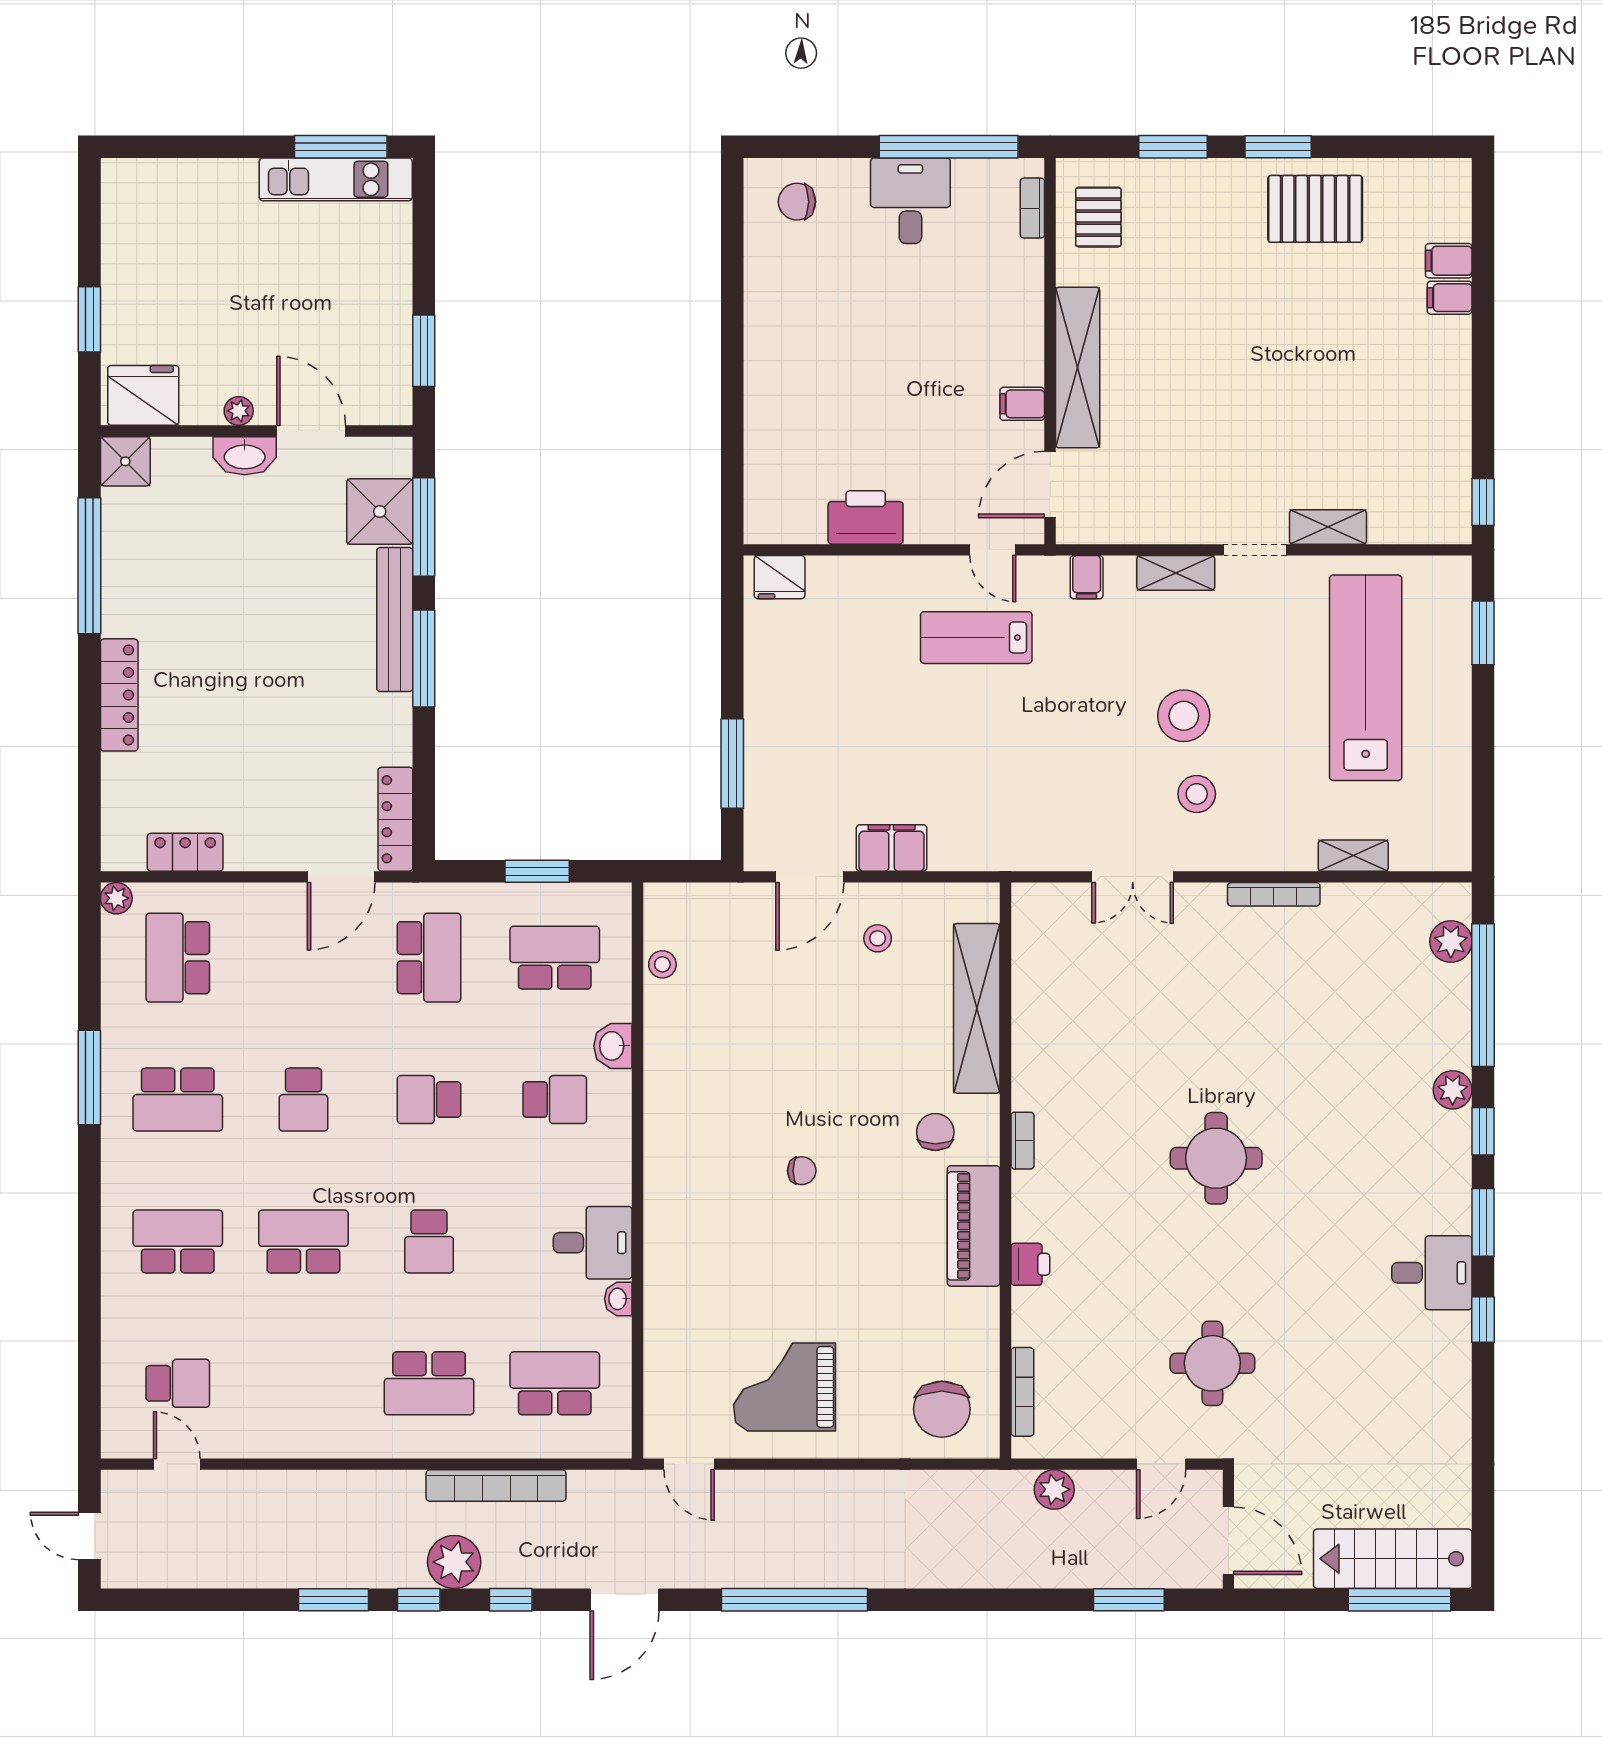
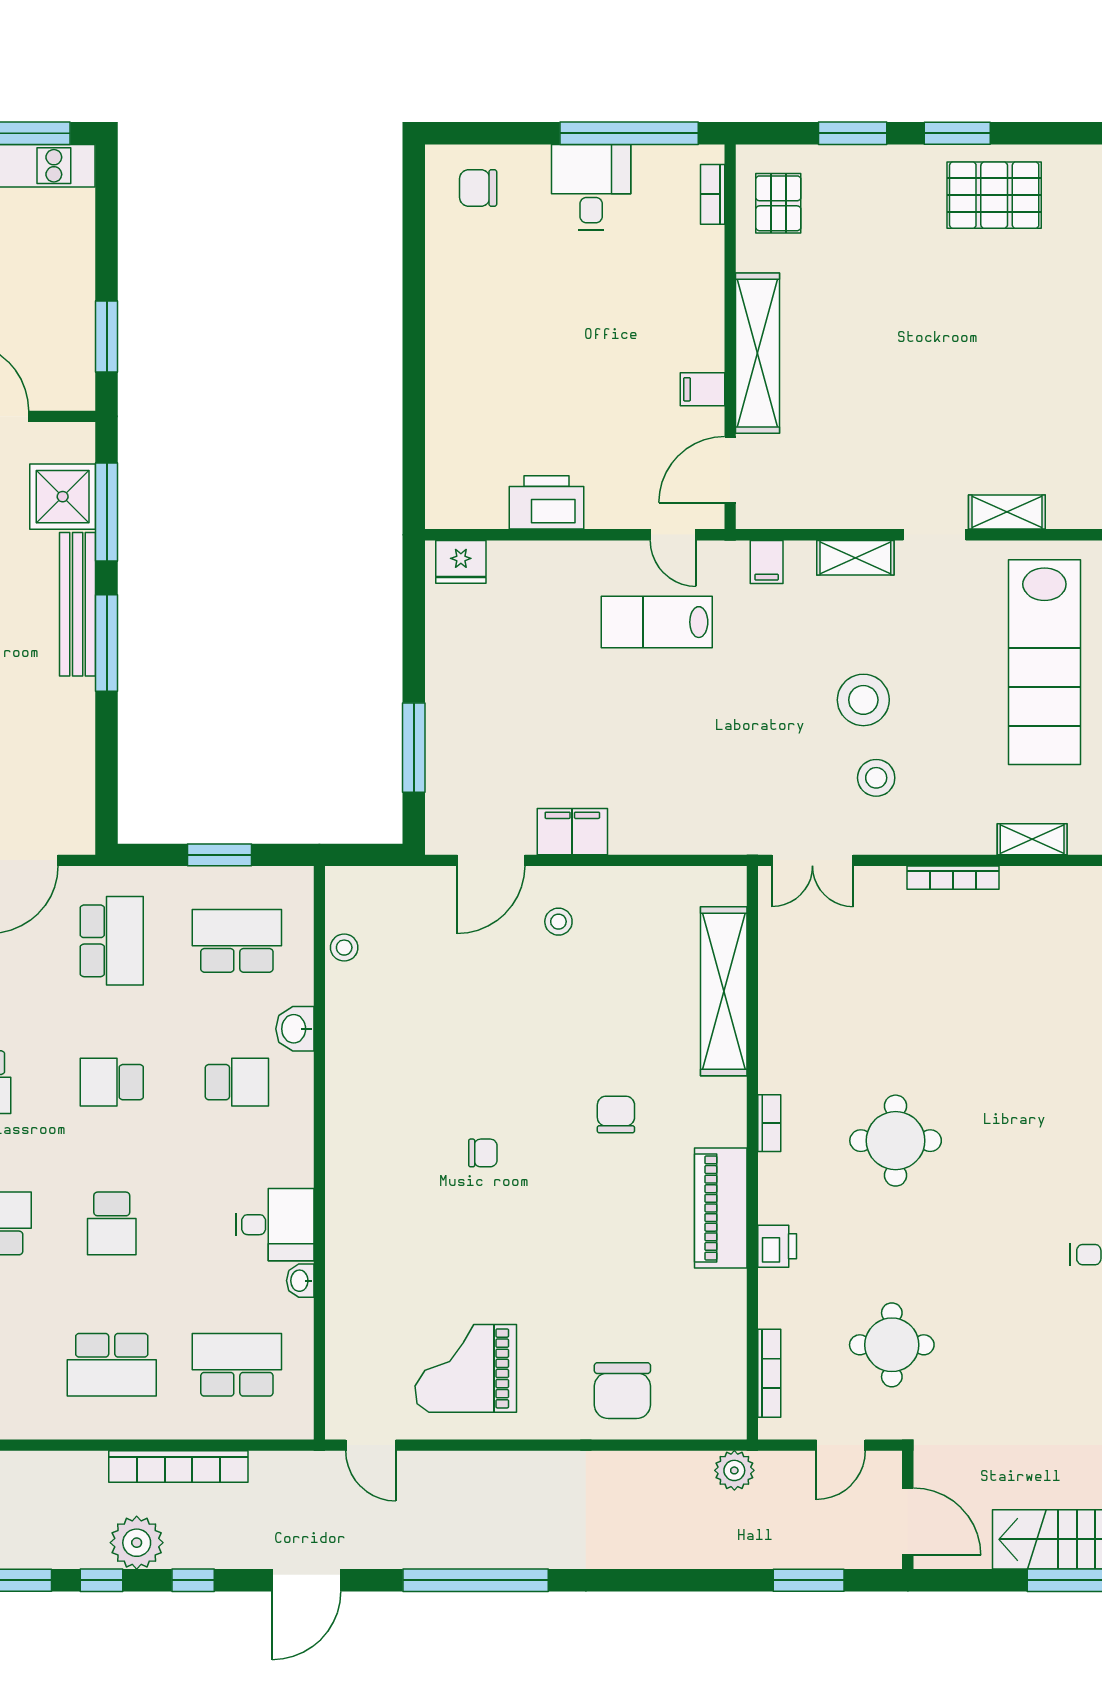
lab bench: (1366, 678) -> (1044, 662), turned 180
locker: (395, 819) -> (78, 803), removed
shelving: (977, 1008) -> (724, 991), moved
bookcase: (1022, 1141) -> (769, 1123), moved
wall: (1005, 1170) -> (752, 1153), moved
piano: (974, 1226) -> (721, 1208), moved
printer: (1030, 1264) -> (777, 1246), moved
bookcase: (1022, 1392) -> (769, 1373), moved

